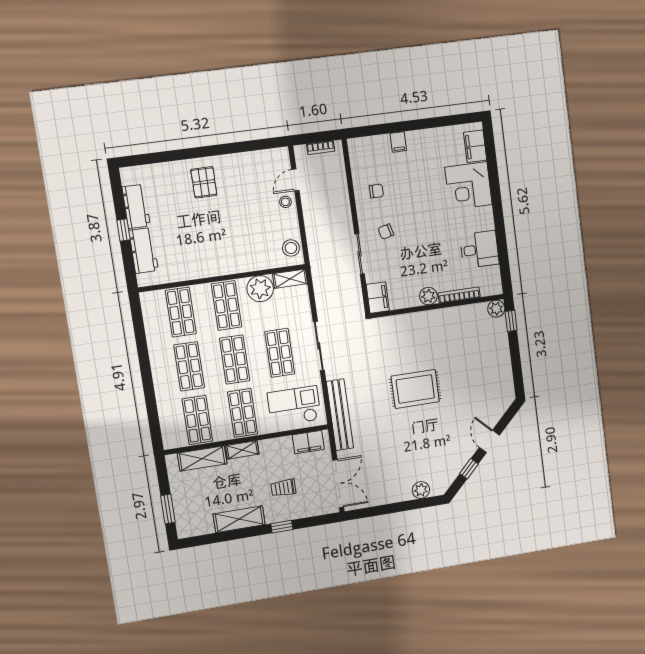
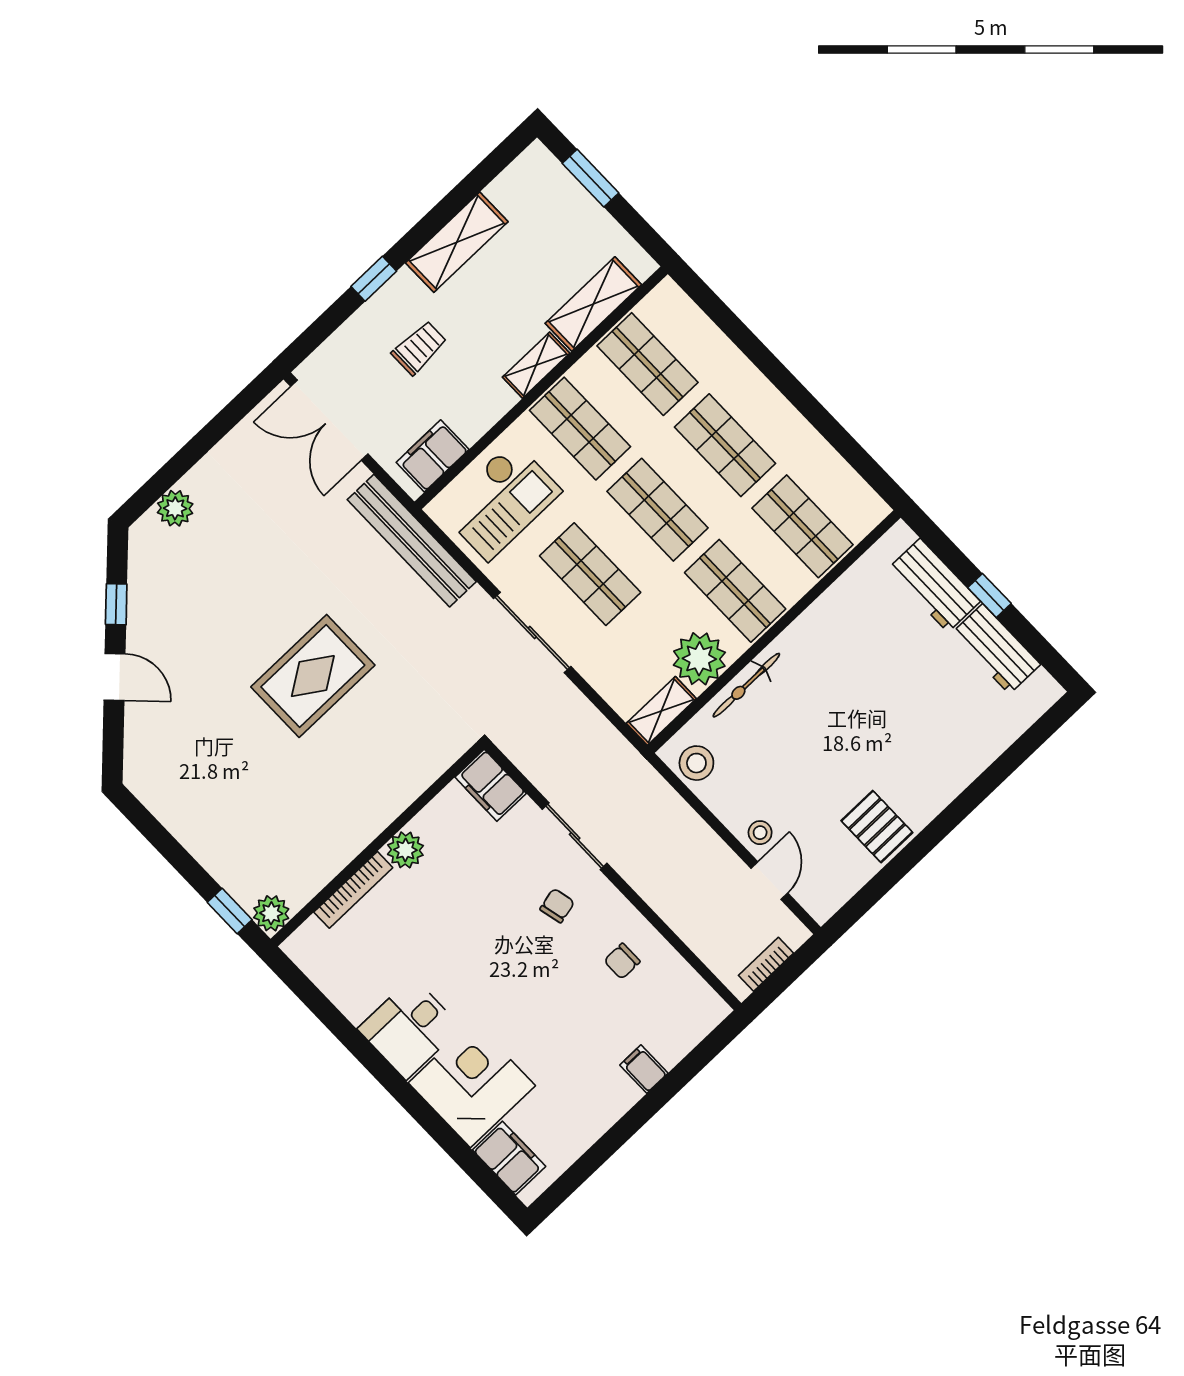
pallet: (204, 182) -> (877, 827), moved
desk: (479, 249) -> (409, 1028), moved
bicycle: (249, 265) -> (746, 685), added

